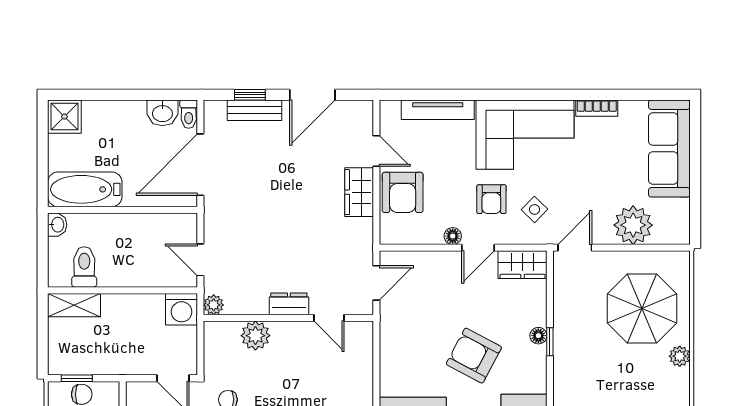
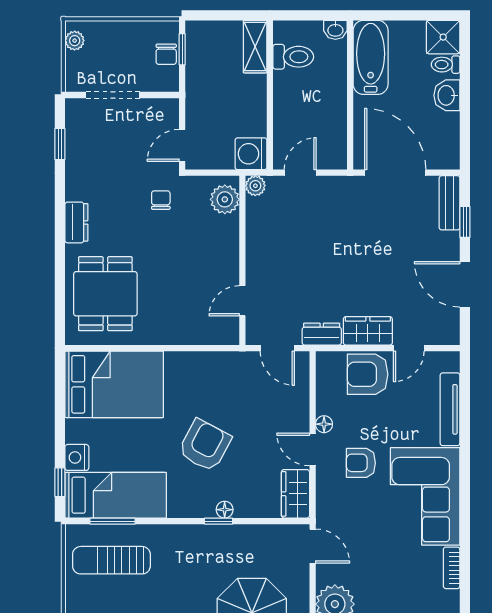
bench: (255, 110) -> (450, 203), moved
washbasin: (162, 113) -> (447, 95), moved
toilet: (189, 114) -> (446, 65), moved
side table: (535, 209) -> (351, 506), removed
dresser: (289, 304) -> (322, 334), moved, turned -90
plant: (255, 336) -> (225, 199), moved

